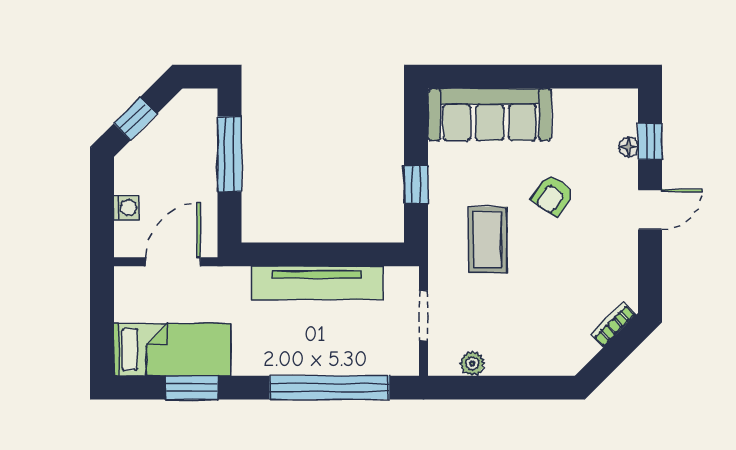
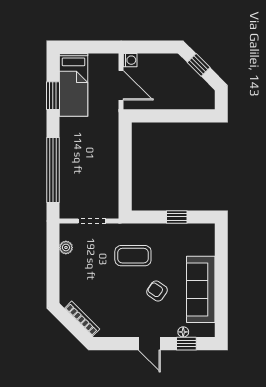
sofa: (490, 115) -> (201, 289), moved
window: (229, 154) -> (179, 116), removed
window: (416, 185) -> (177, 217), moved
washing machine: (126, 208) -> (130, 60), moved, turned -90
tv unit: (317, 283) -> (110, 163), removed
bookcase: (613, 324) -> (82, 319), width x1.56

